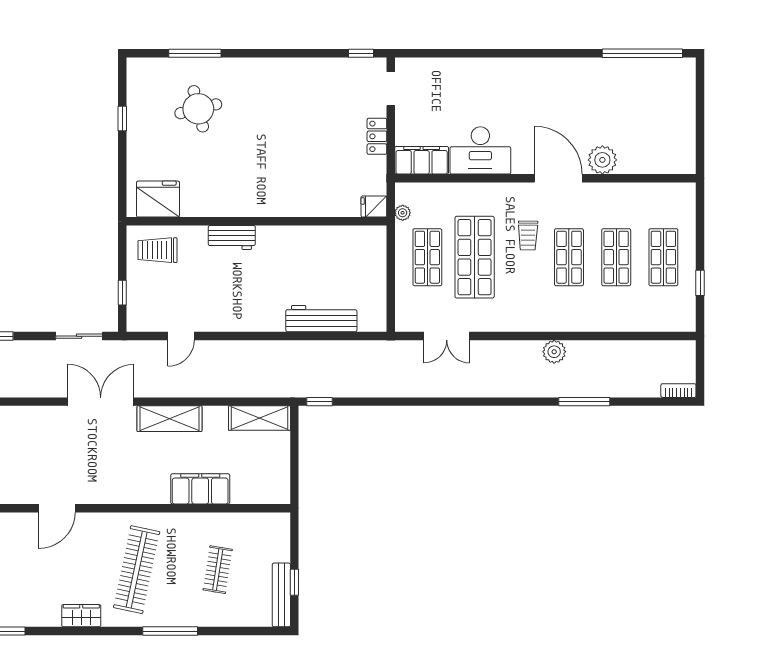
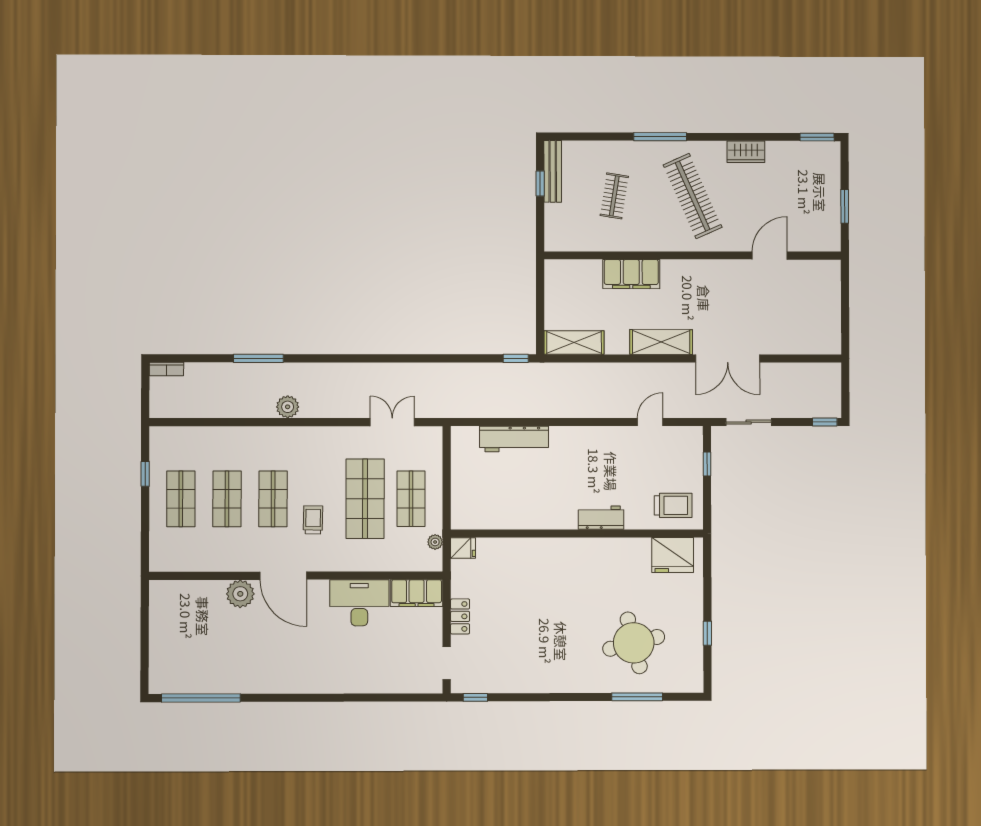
round table: (198, 109) -> (634, 643), width x1.36, depth x1.36
clothes rail: (137, 570) -> (693, 196), turned -36

